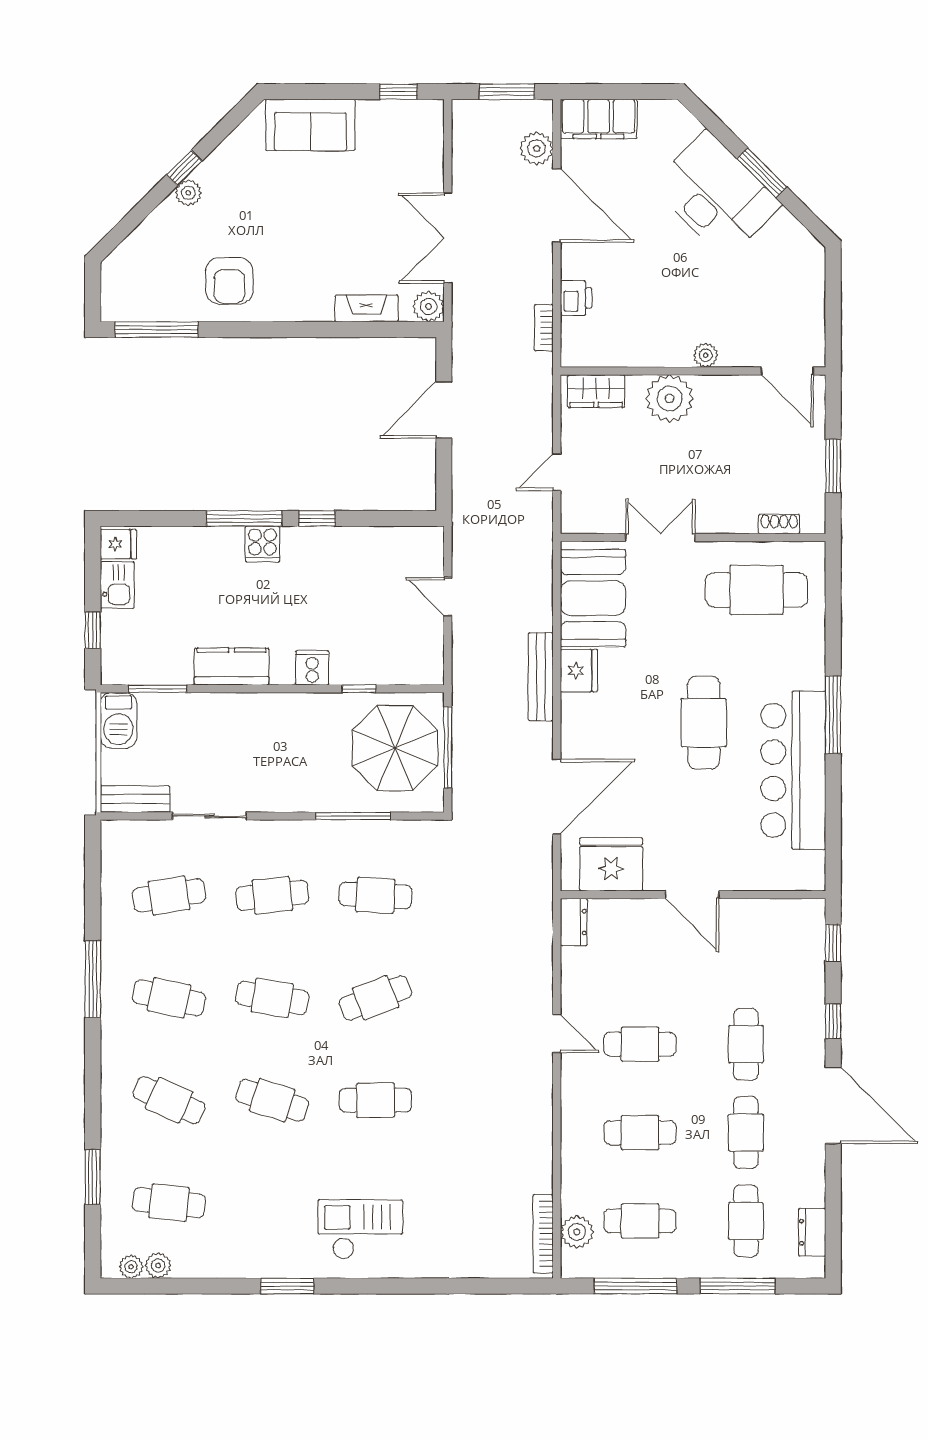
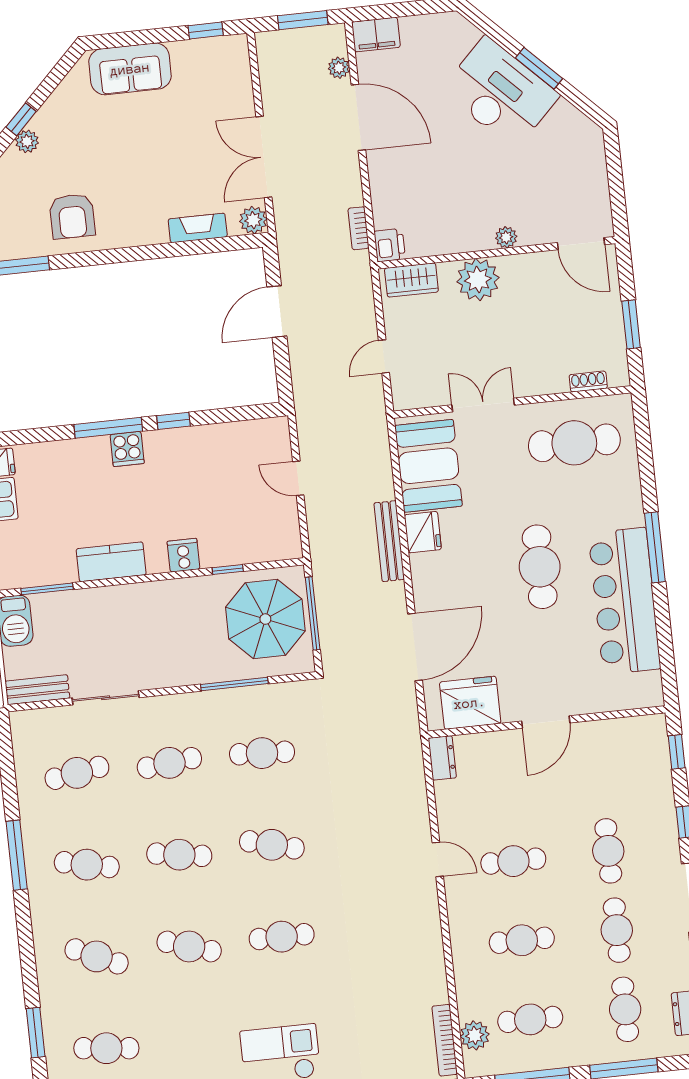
filing cabinet: (599, 119) -> (376, 35), width x0.67, depth x0.86
plant: (537, 148) -> (339, 68), width x0.73, depth x0.73
printer: (576, 298) -> (390, 245), moved
door: (692, 895) -> (546, 722), hinge flipped
cafe table: (375, 998) -> (272, 845), turned 36

